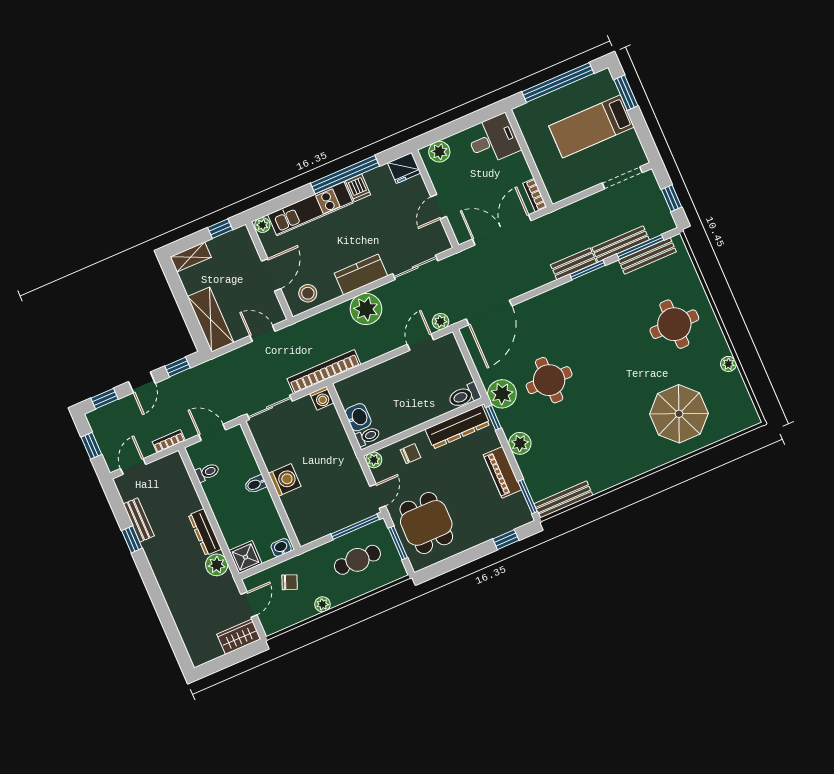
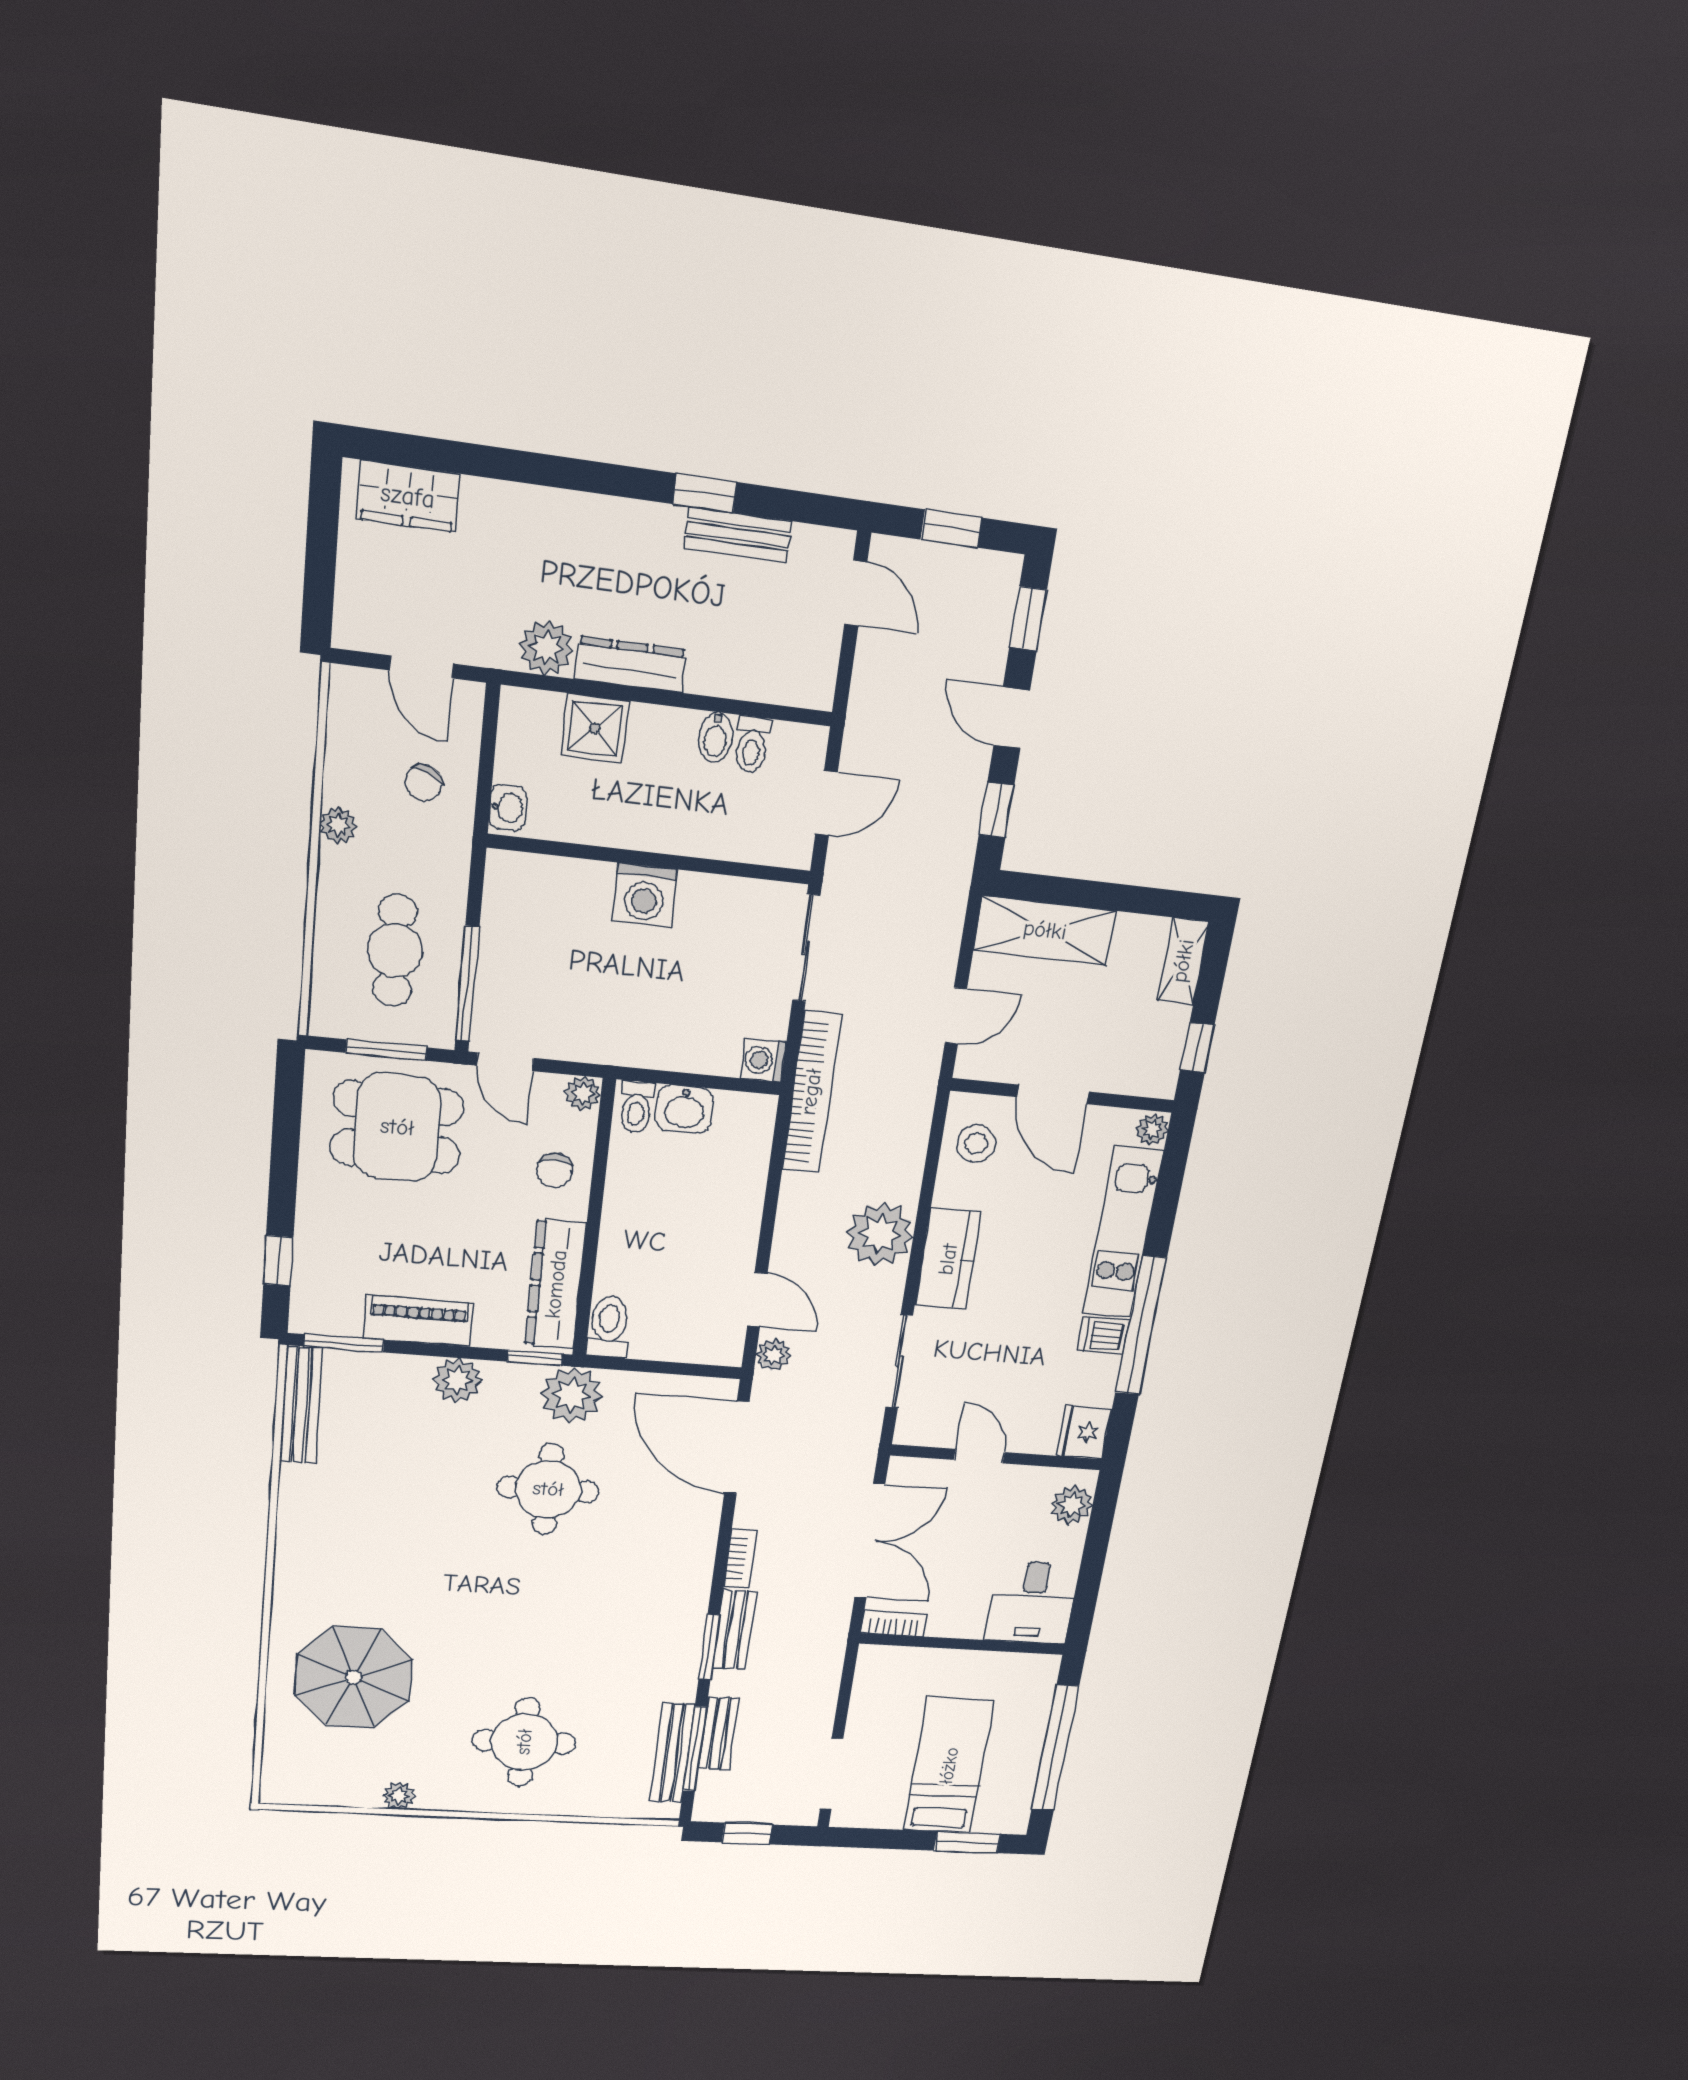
bench: (621, 244) -> (719, 1733), width x0.73
bookcase: (169, 441) -> (740, 1559), moved
bidet: (255, 484) -> (716, 737), moved, turned 180
shower: (245, 557) -> (595, 728), moved
wardrobe: (239, 637) -> (408, 496), moved, turned 90

